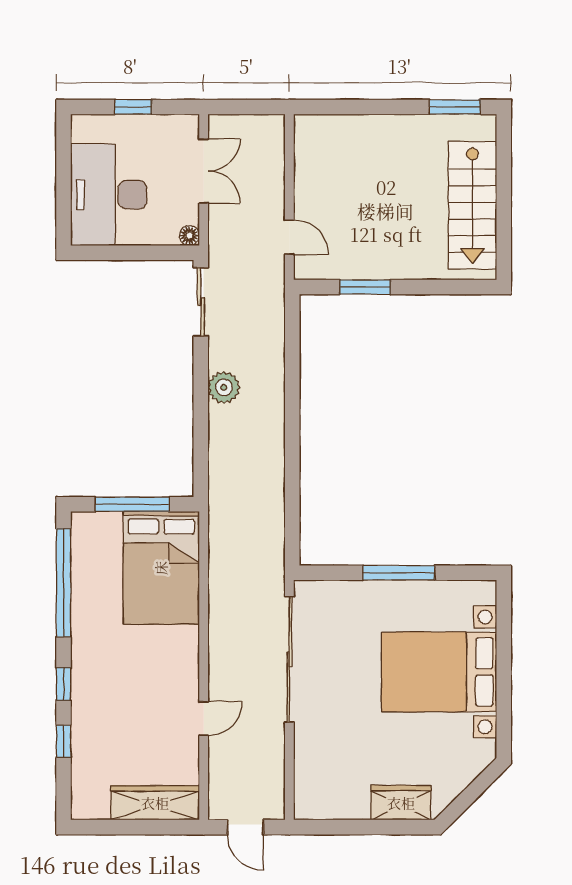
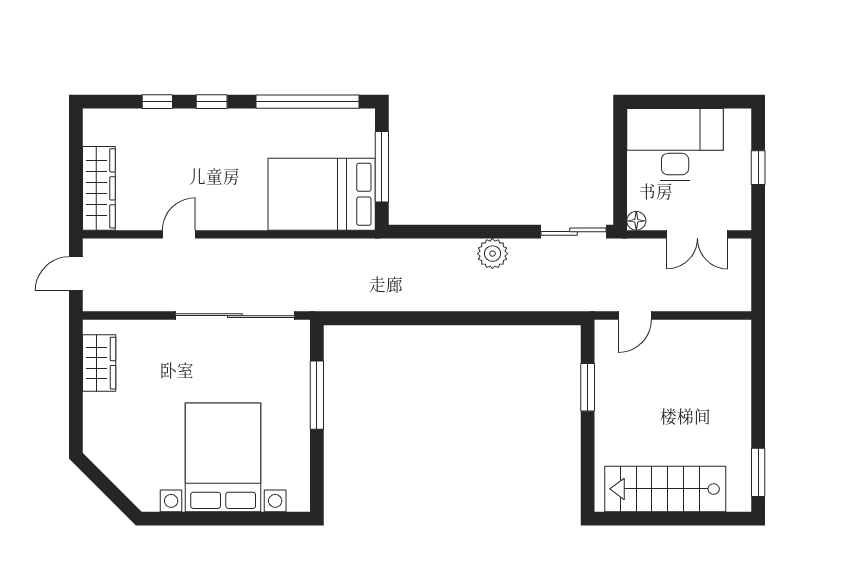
window: (399, 573) -> (317, 395), moved
door: (204, 719) -> (179, 234), swing flipped
wardrobe: (401, 803) -> (99, 363), moved

